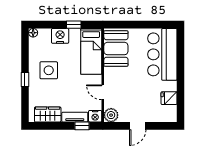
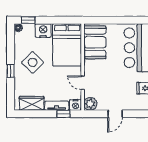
window: (74, 25) -> (28, 20), moved
bed: (91, 51) -> (67, 45), width x1.50
side table: (49, 70) -> (33, 62), turned 45

